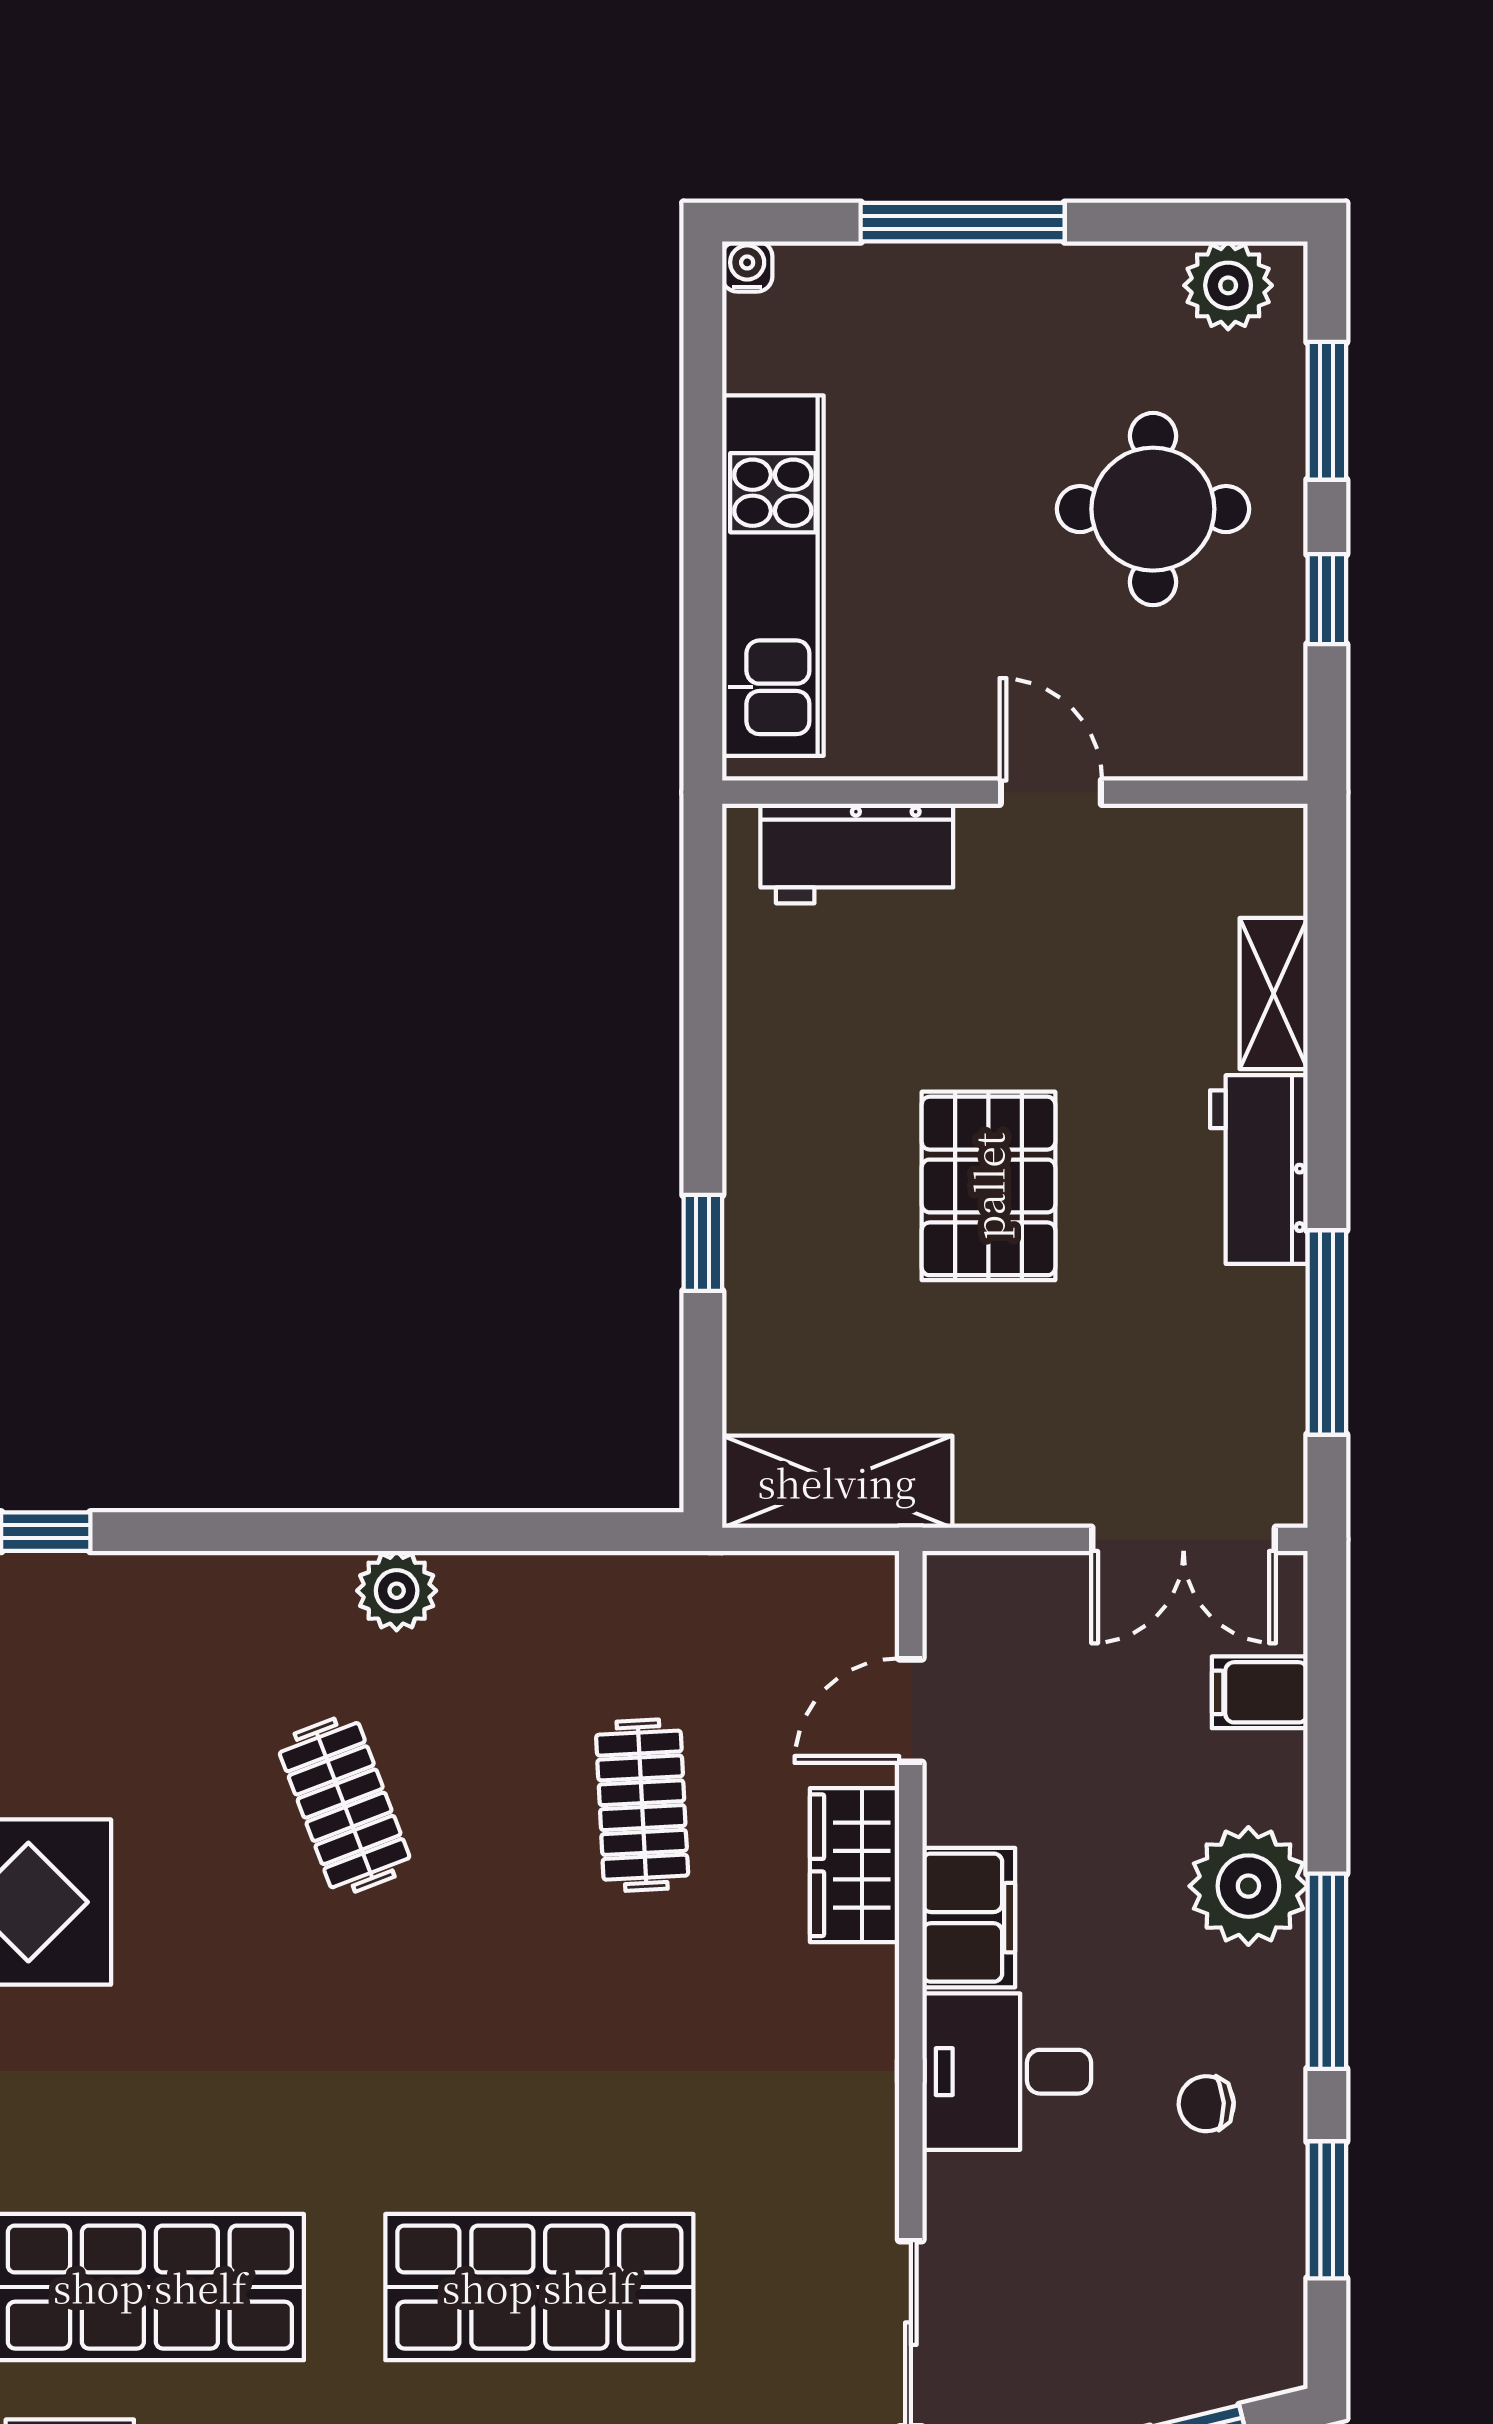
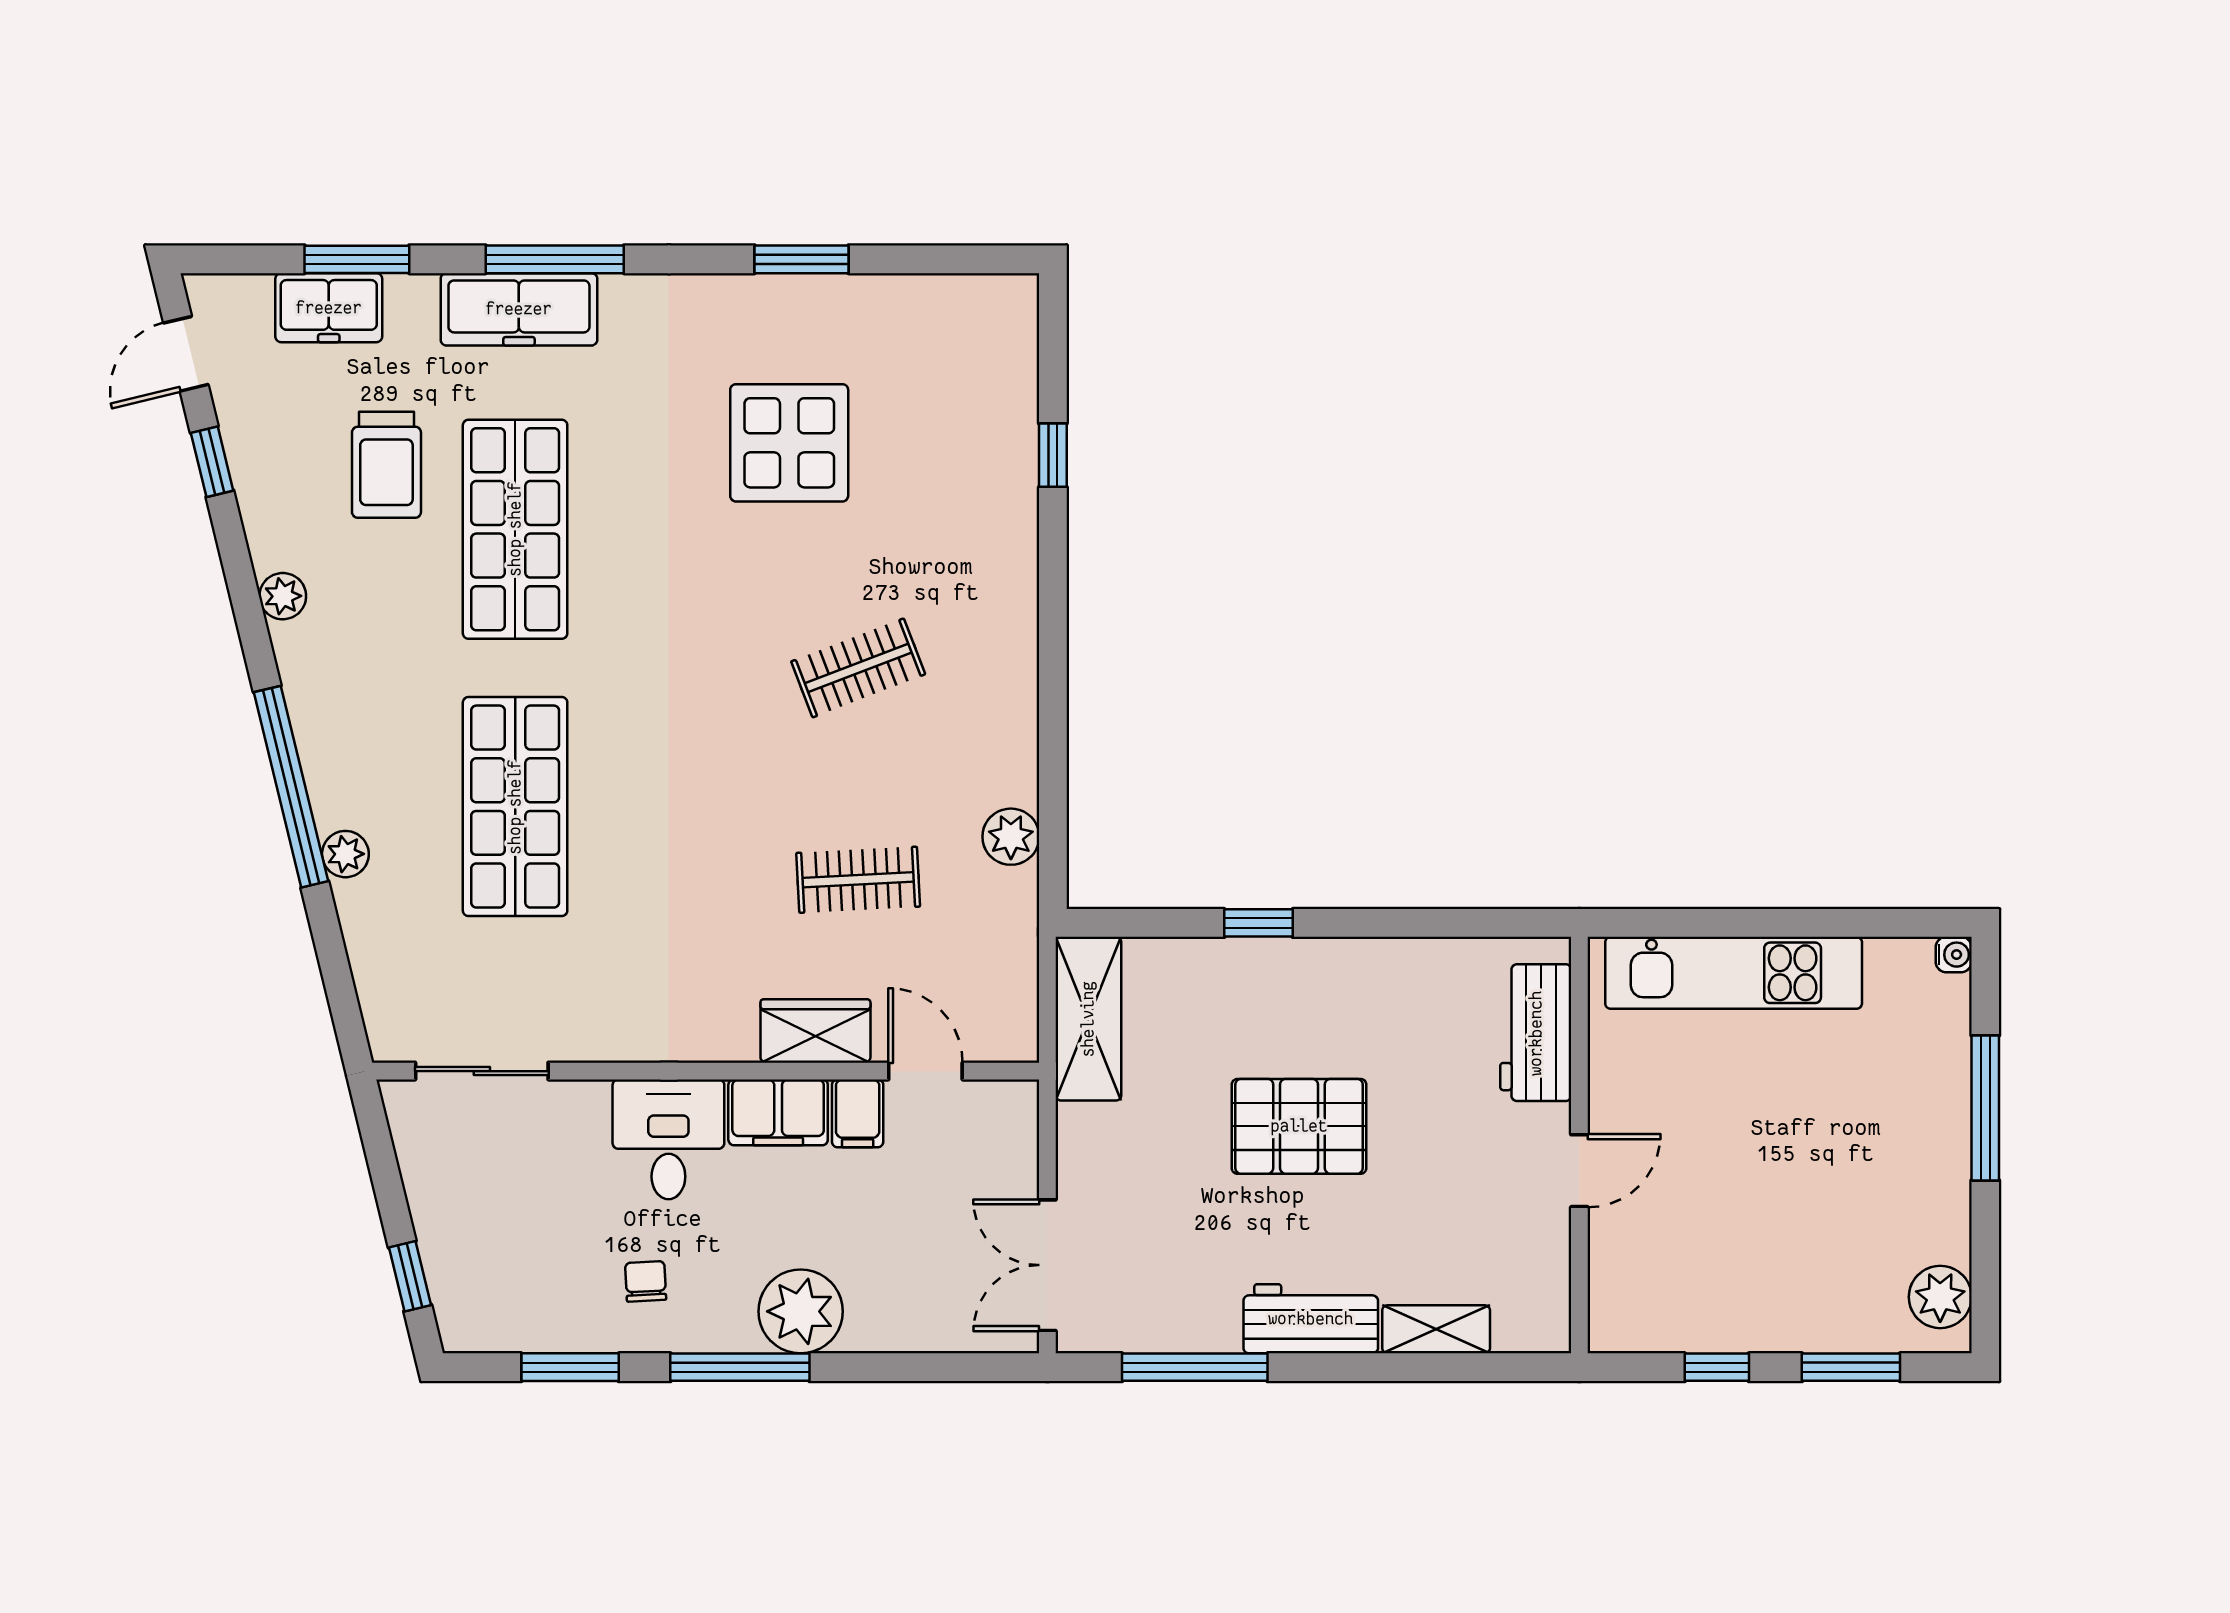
round table: (1153, 509) -> (1781, 1243), removed
plant: (397, 1591) -> (1011, 837), moved
filing cabinet: (1260, 1692) -> (858, 1113), moved, turned 180

